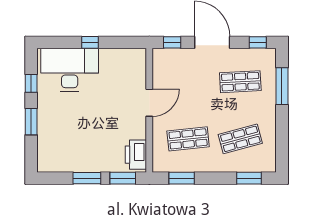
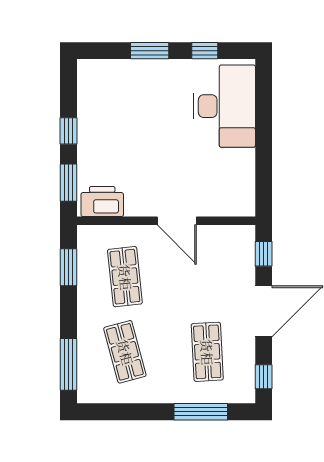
window: (90, 42) -> (264, 135), removed
window: (87, 178) -> (69, 131), width x0.67
window: (249, 178) -> (69, 364), width x1.44

